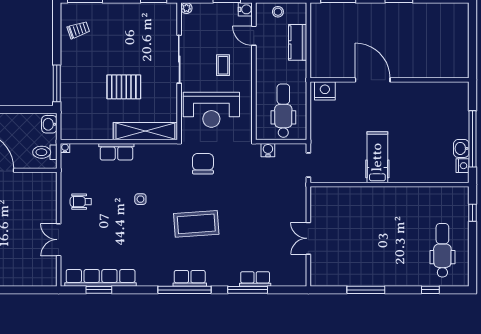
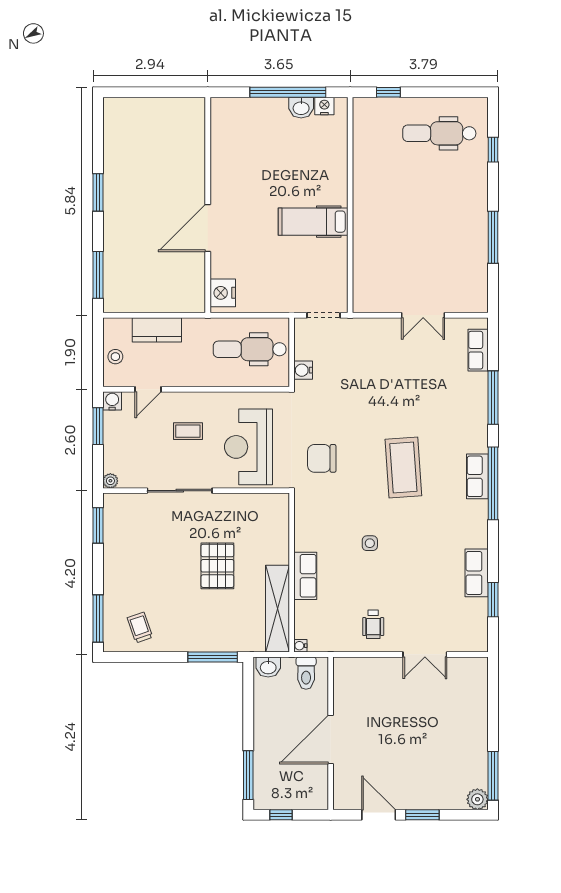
reception desk: (211, 110) -> (248, 447), turned 180
shelving: (145, 131) -> (277, 609), moved
row of seats: (101, 278) -> (477, 573), width x0.50
row of seats: (255, 279) -> (478, 350), moved

